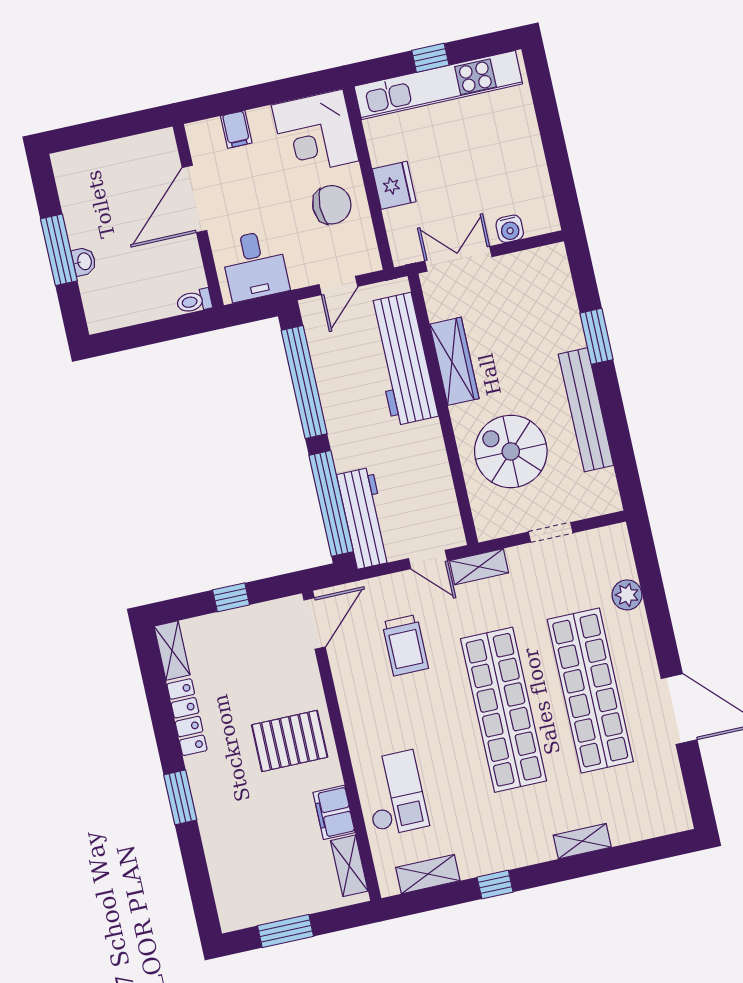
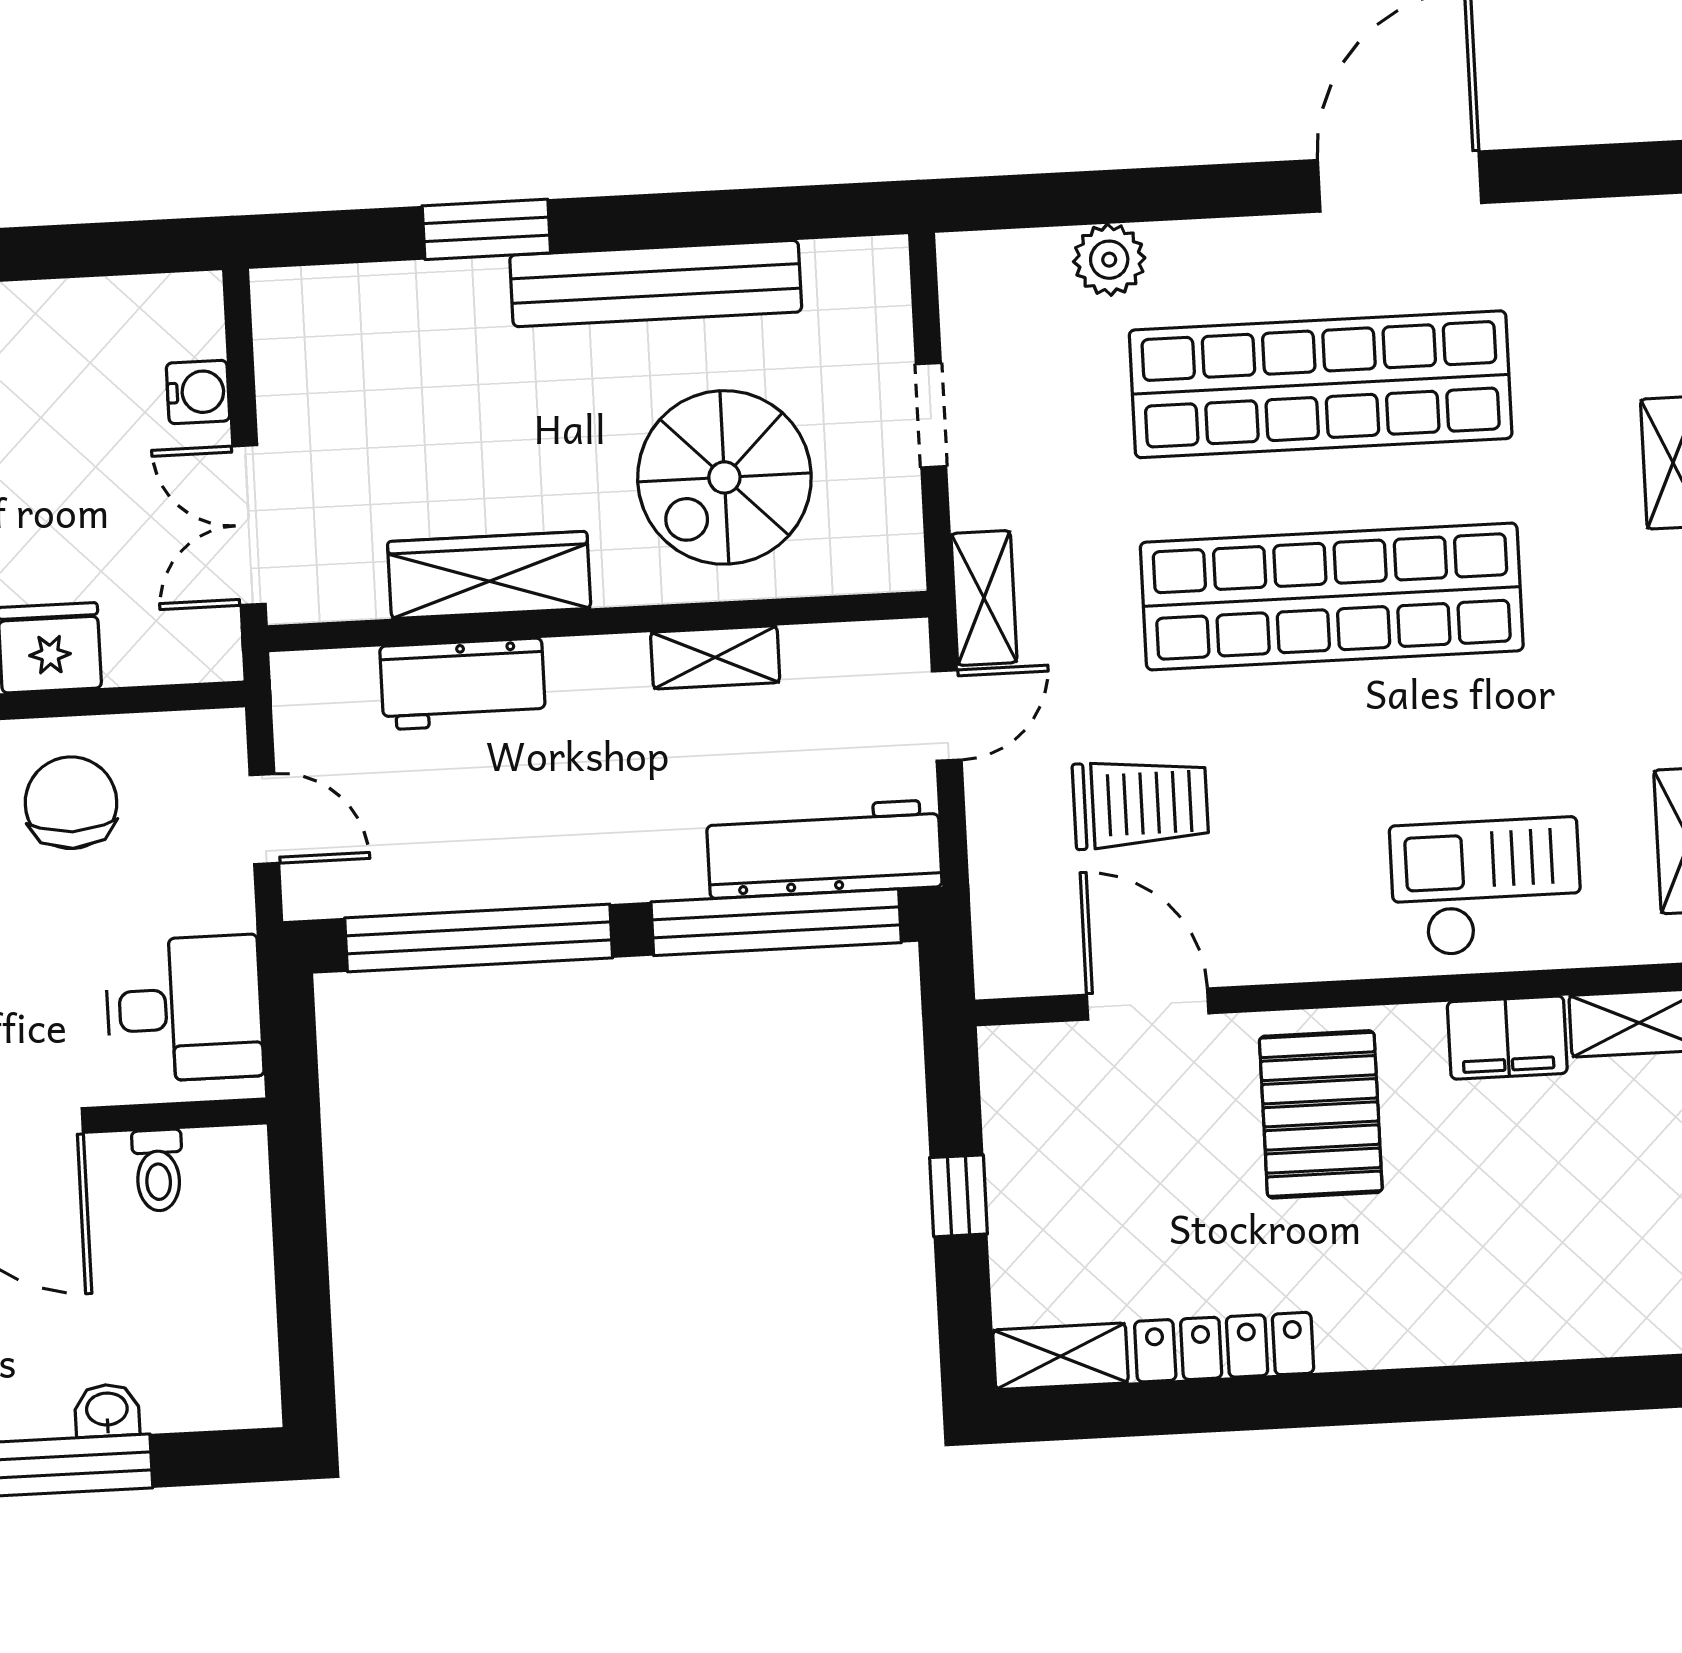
toilet: (194, 301) -> (158, 1170), moved
workbench: (402, 359) -> (463, 684), width x0.53, depth x0.76
shelving: (436, 460) -> (715, 657), added
door: (315, 624) -> (1148, 1004), moved
window: (180, 797) -> (1411, 1395), removed

